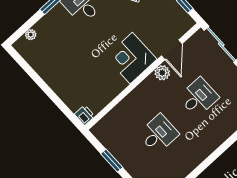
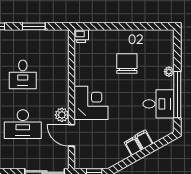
plant: (31, 35) -> (169, 72), moved
chair: (73, 58) -> (127, 64), added
desk: (199, 97) -> (23, 124), width x1.37

